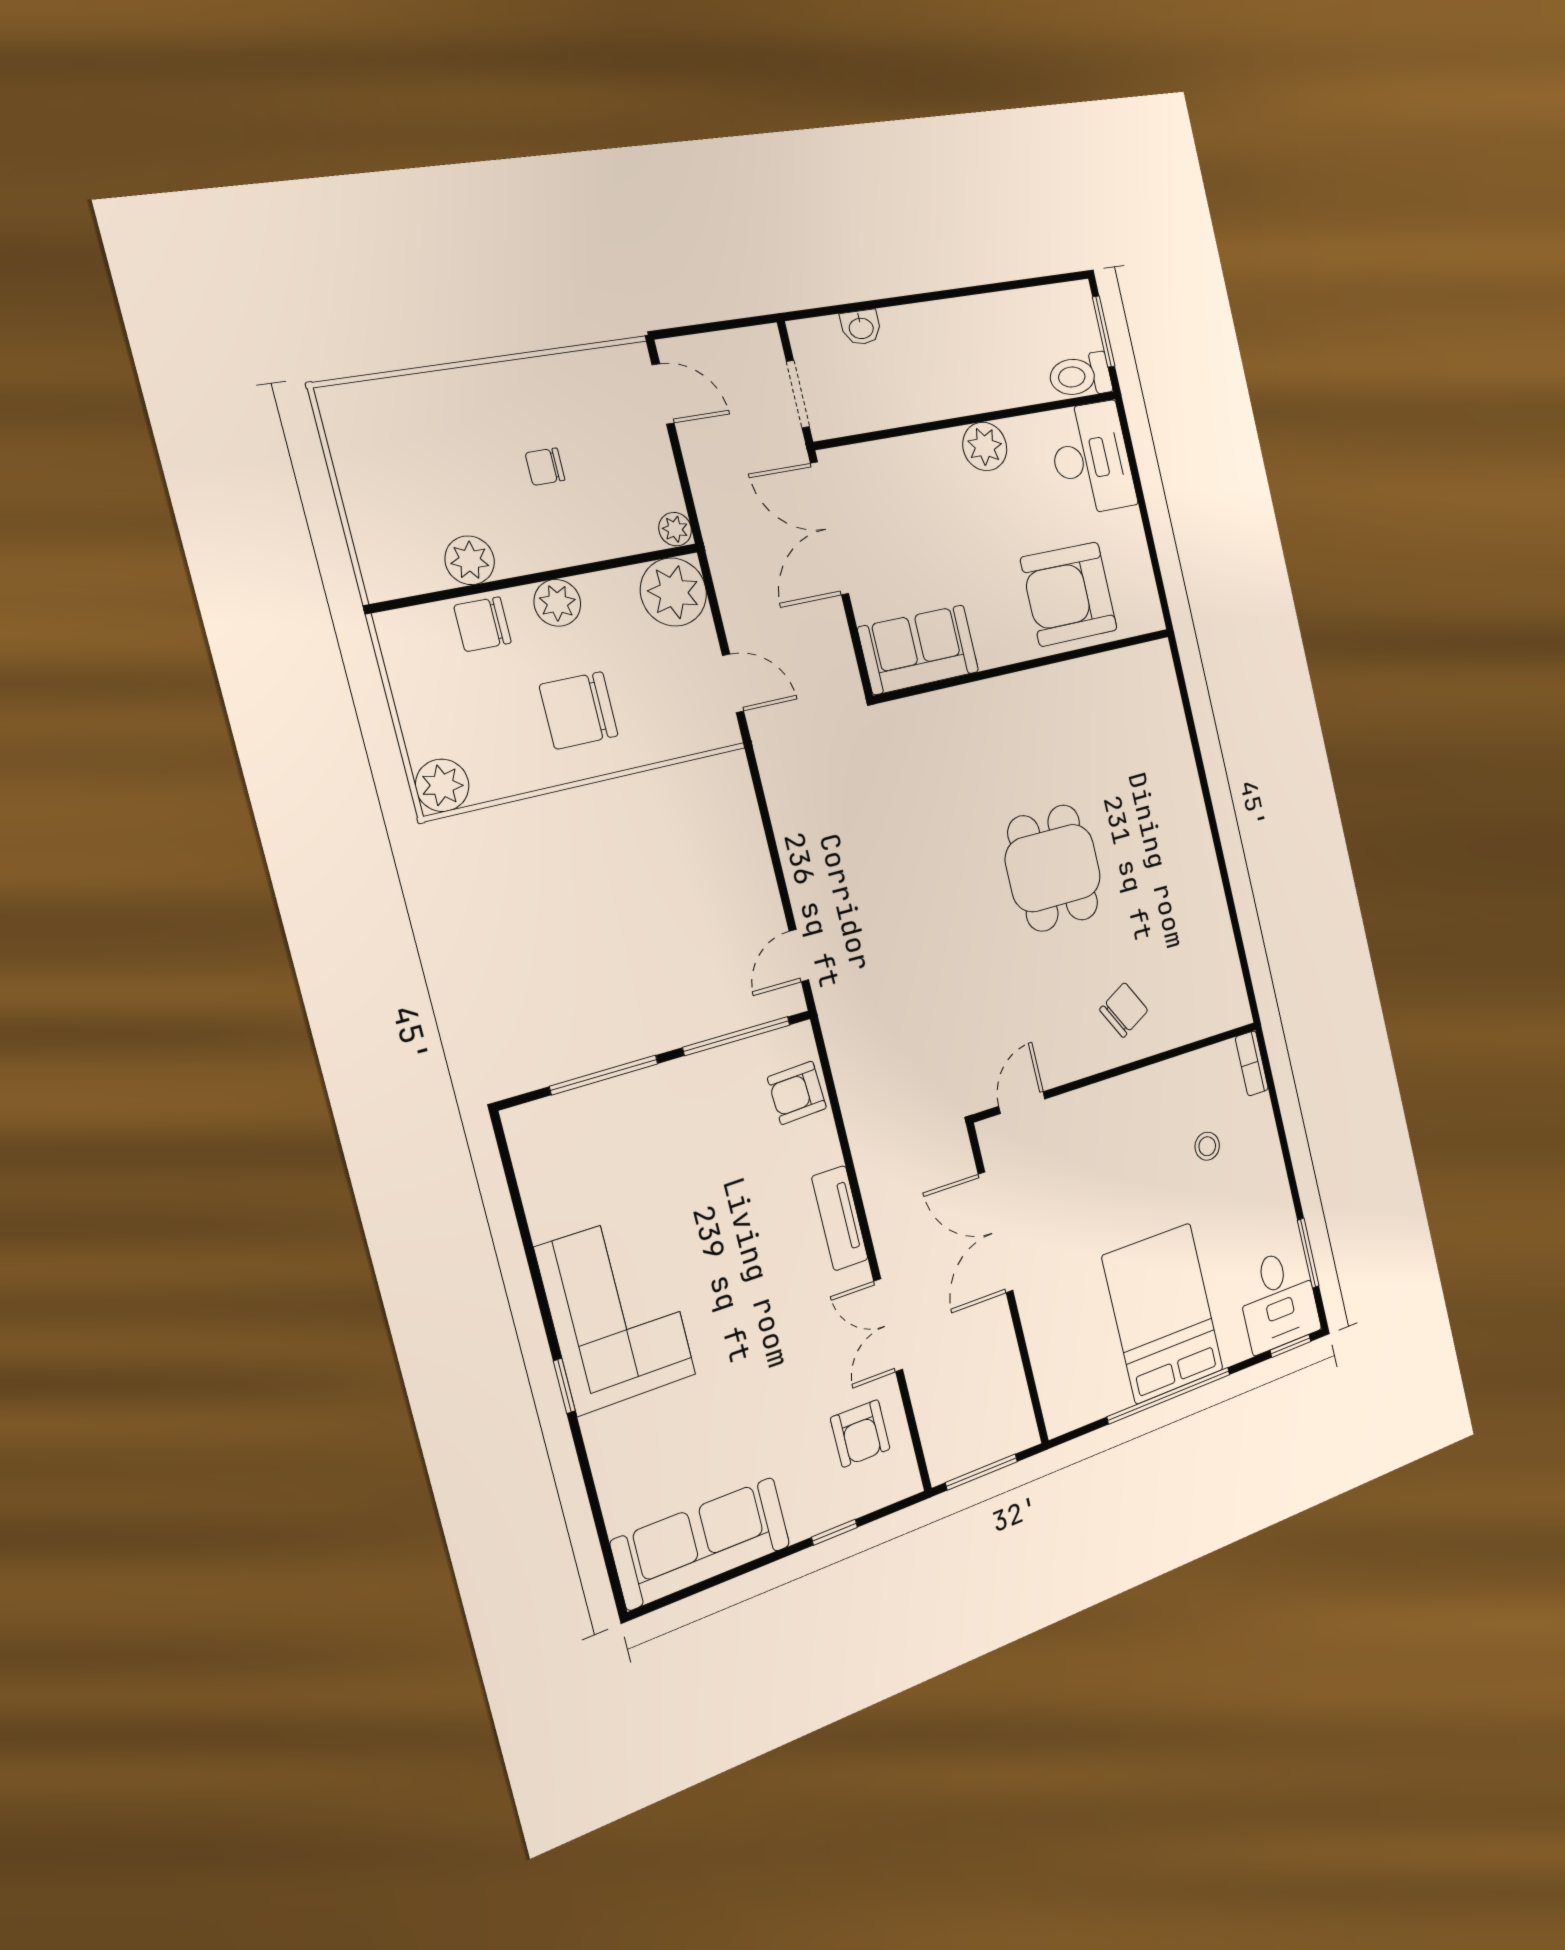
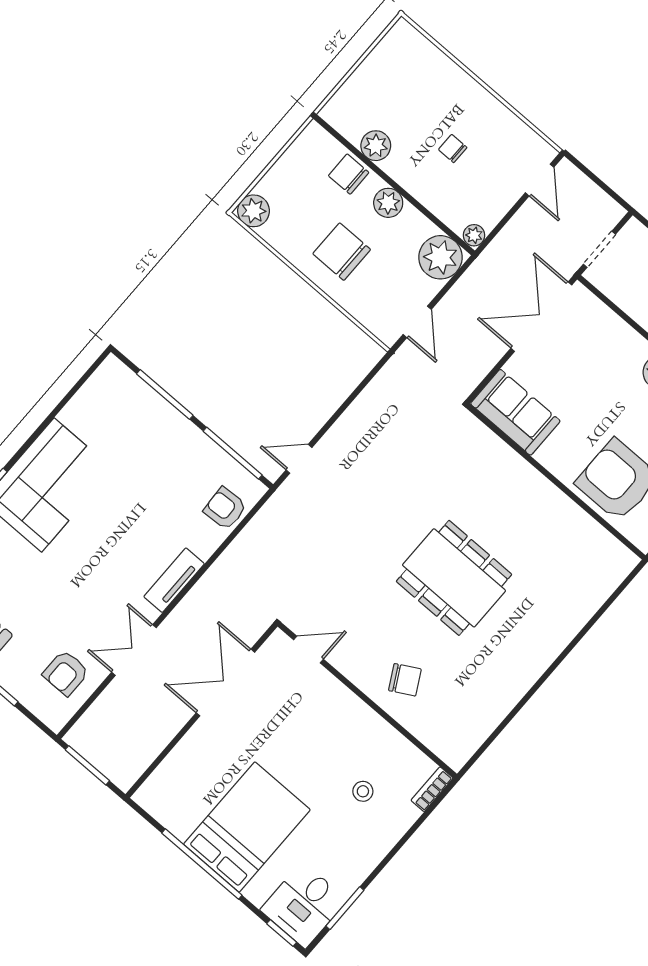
dining table: (1053, 868) -> (454, 578), width x1.37

